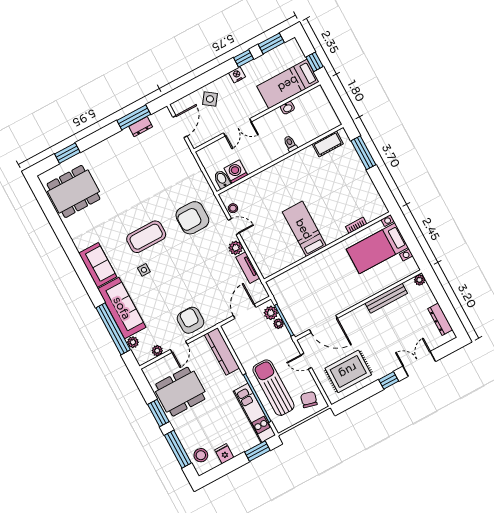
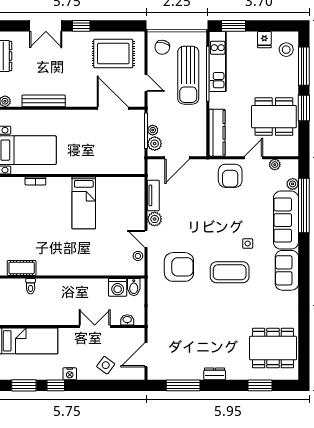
washbasin: (287, 108) -> (127, 320), moved
dresser: (141, 127) -> (215, 374), moved
toilet: (290, 144) -> (31, 286), moved

